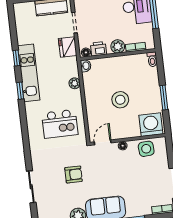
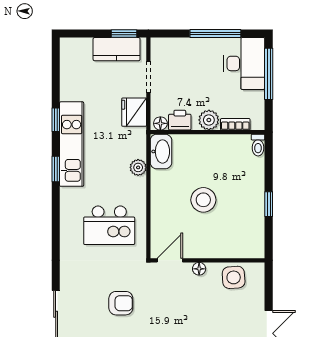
washbasin: (86, 66) -> (161, 151), width x1.91, depth x1.45
window: (164, 98) -> (269, 204), width x0.67
washing machine: (151, 125) -> (245, 242), removed

